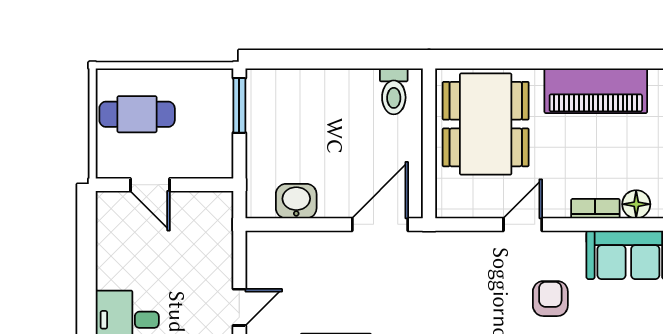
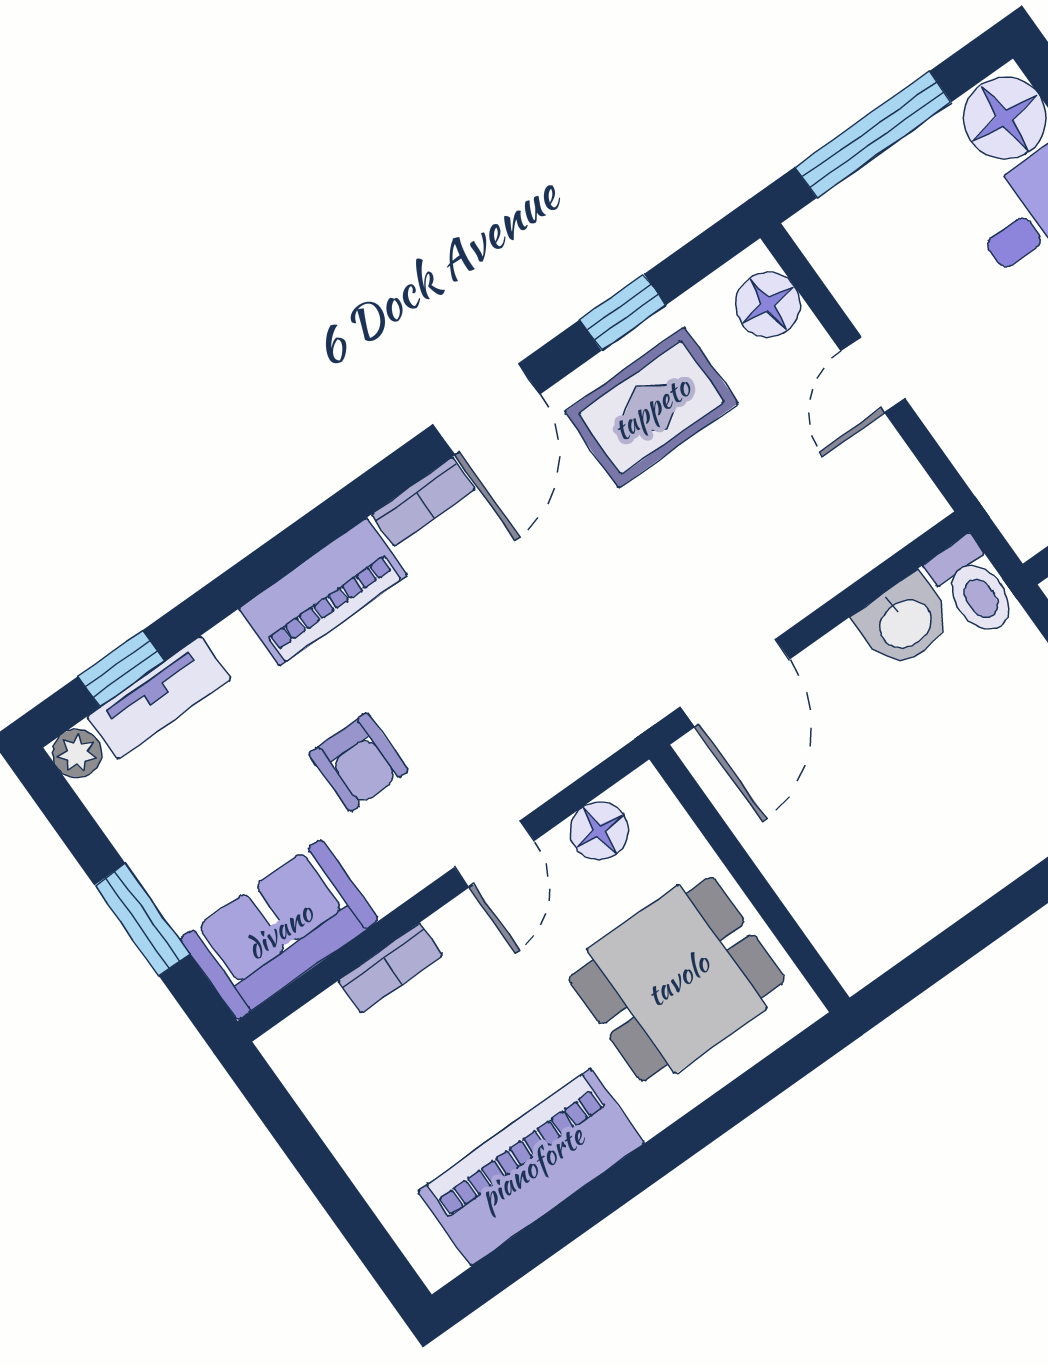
toilet: (394, 91) -> (973, 588), moved, turned 180
dining table: (486, 124) -> (677, 979), width x0.73
floor lamp: (636, 204) -> (599, 831), moved

